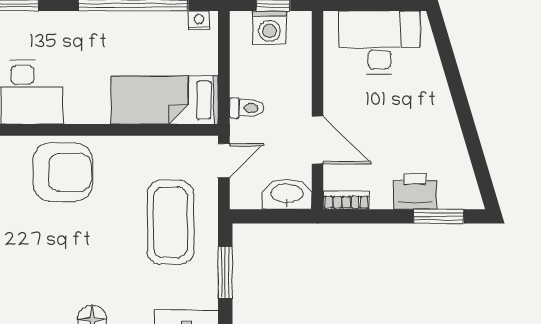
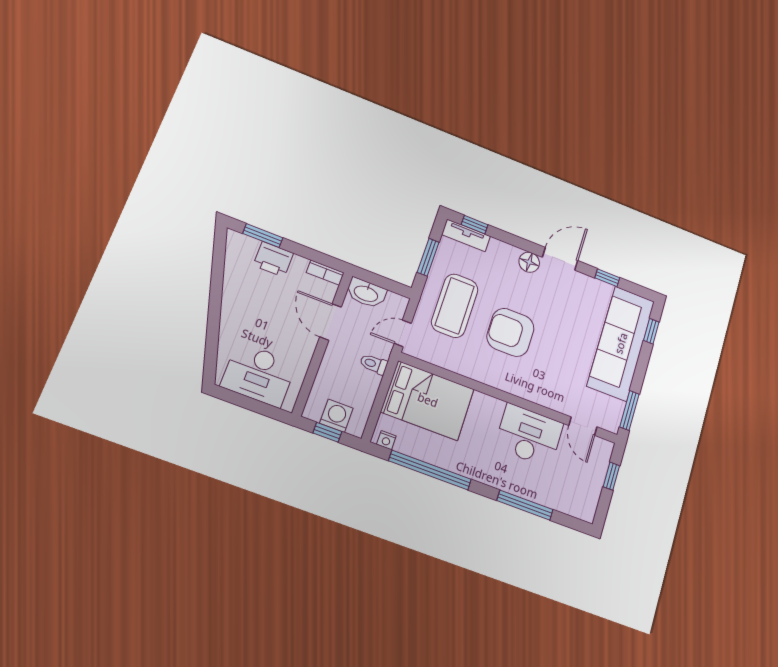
bed: (165, 100) -> (428, 400), width x1.50
armchair: (63, 172) -> (510, 332), moved

